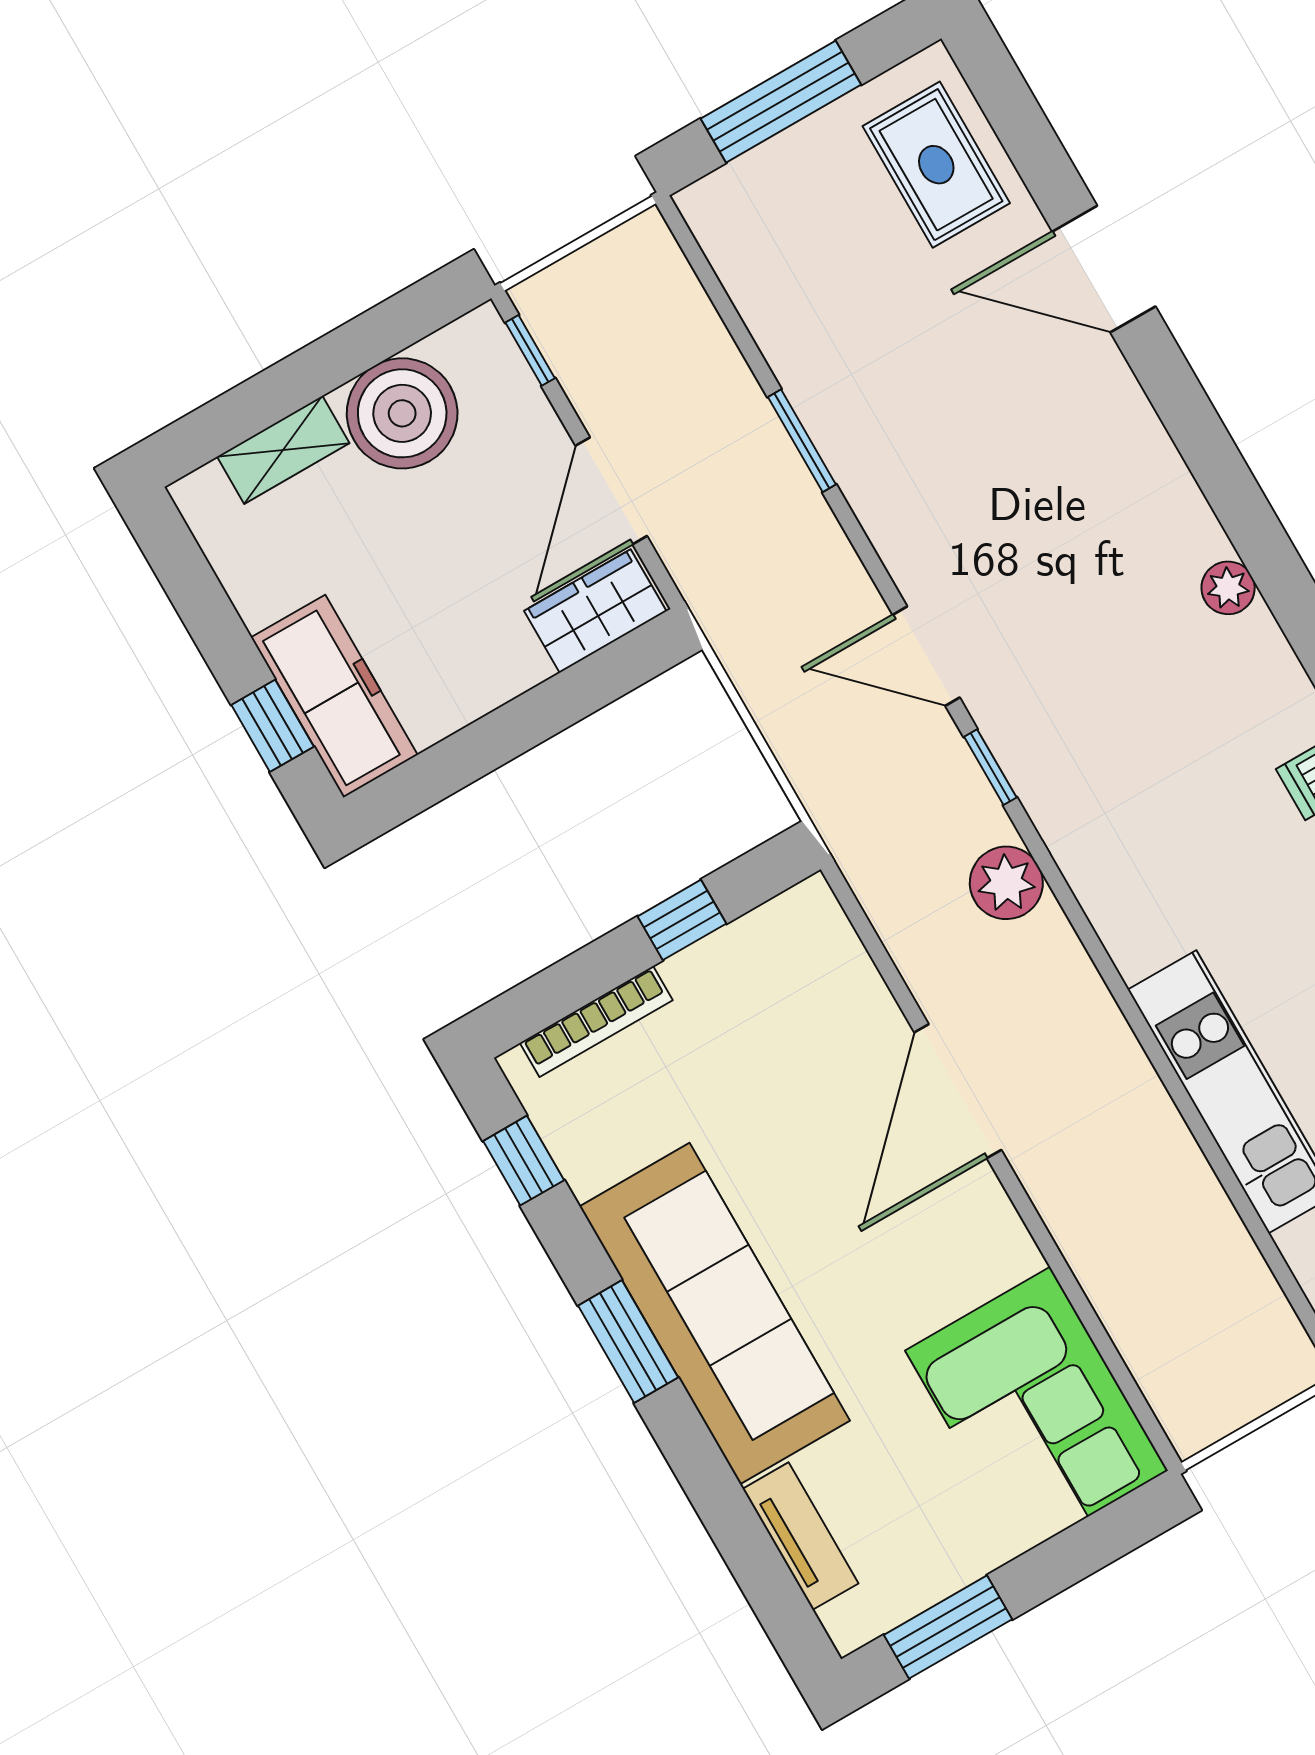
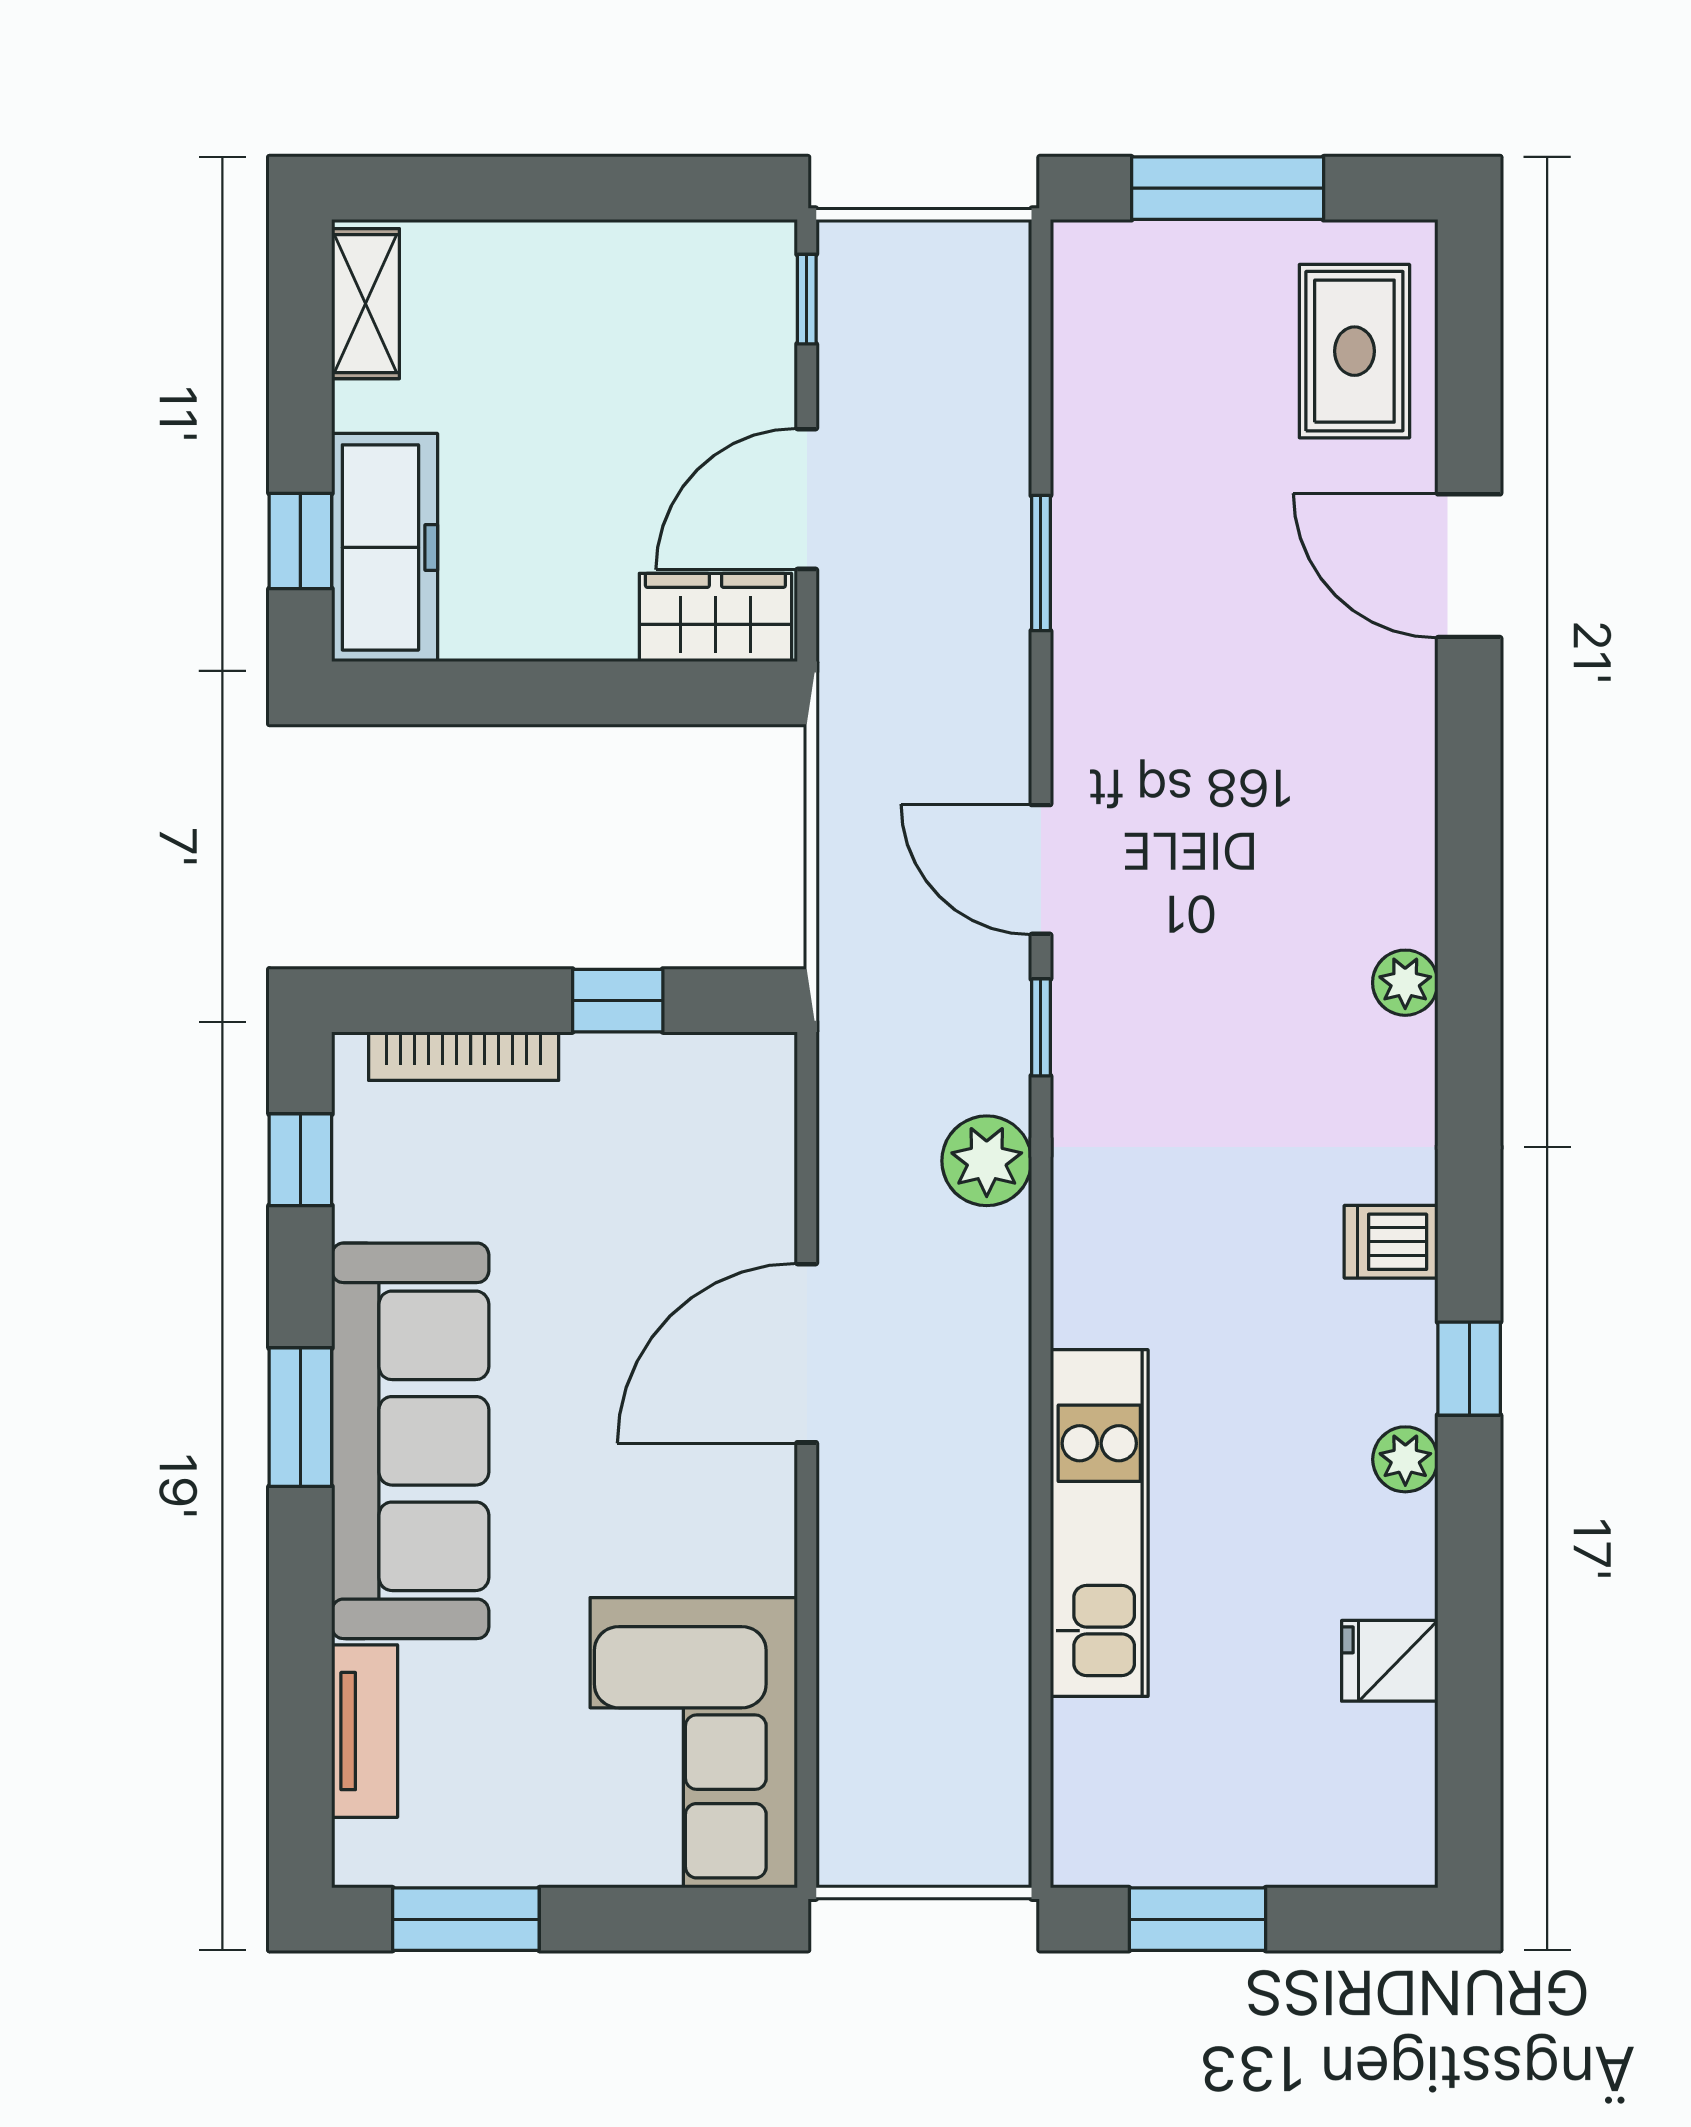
boiler: (402, 413) -> (631, 287), removed
shelving: (283, 450) -> (366, 304), moved, turned 90

